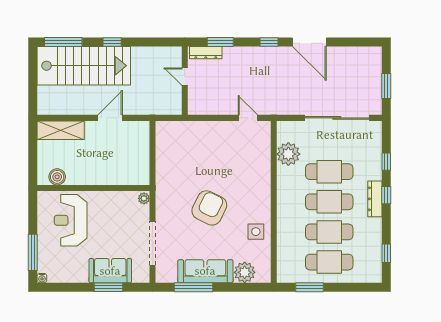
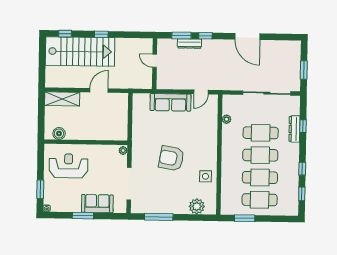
window: (63, 42) -> (65, 34), width x0.46
window: (269, 42) -> (205, 36), moved
dresser: (206, 53) -> (189, 44), moved
door: (248, 118) -> (201, 92), swing flipped
plant: (288, 154) -> (227, 119), width x0.53, depth x0.53
window: (386, 195) -> (302, 169), moved
dresser: (375, 199) -> (294, 129), moved
armchair: (209, 208) -> (171, 158), turned -106
reception desk: (71, 220) -> (68, 166), turned 90
window: (33, 252) -> (40, 189), width x0.69
sofa: (205, 271) -> (171, 102), moved, turned 180
window: (108, 287) -> (83, 216), moved

